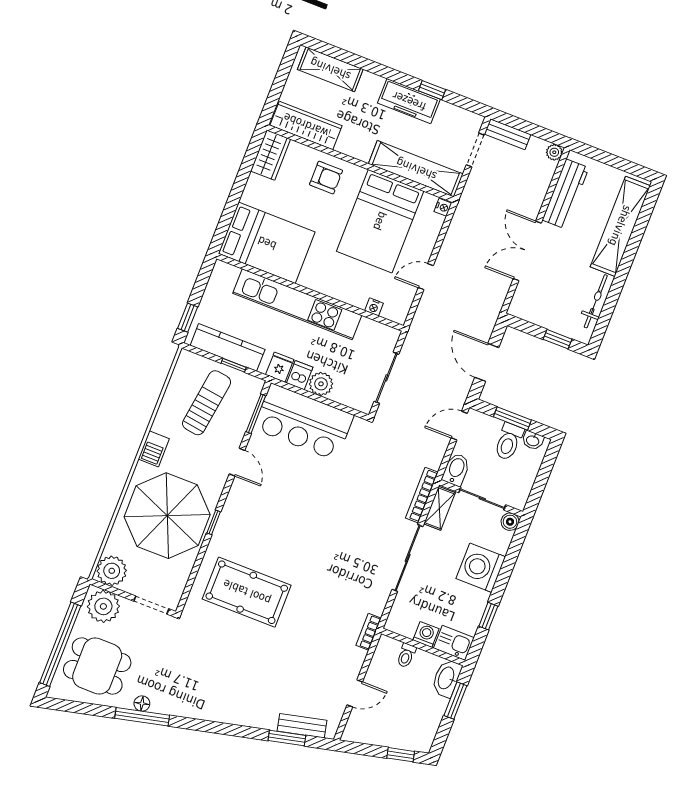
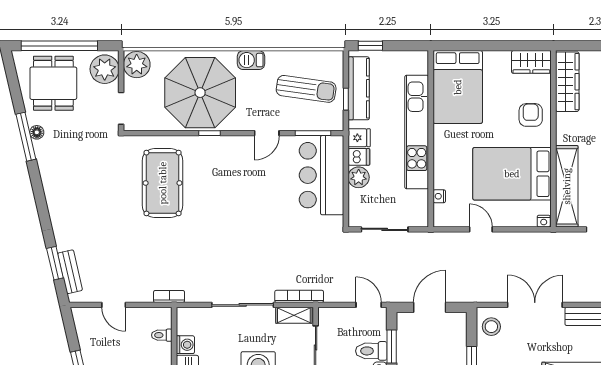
armchair: (326, 178) -> (531, 115), turned 180
stool: (532, 306) -> (491, 327), added
bidet: (456, 470) -> (331, 316), removed

